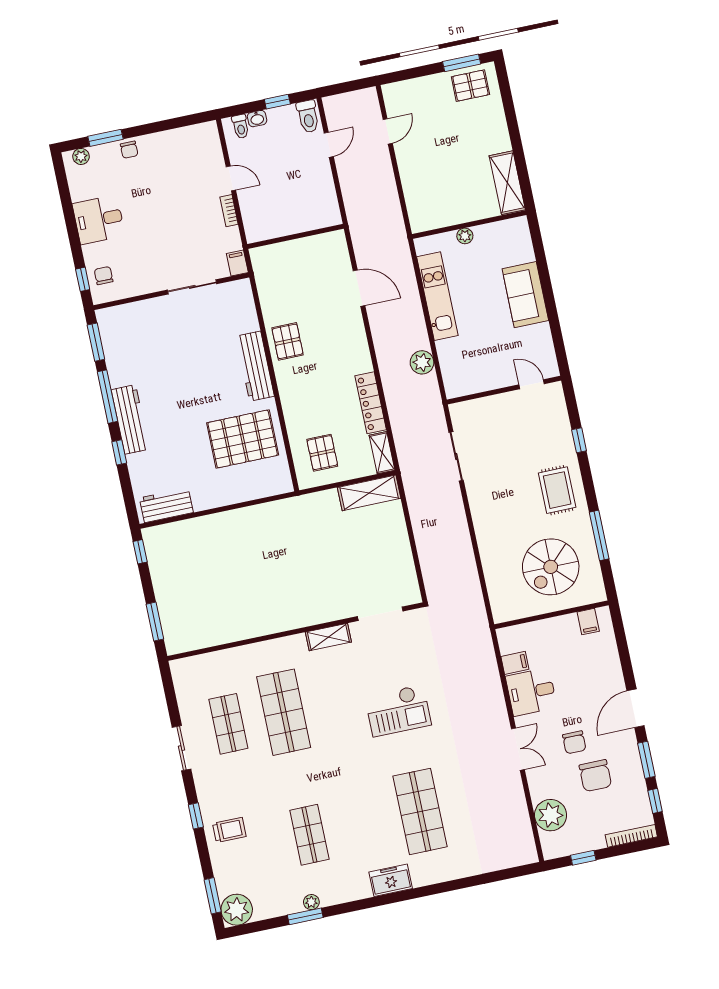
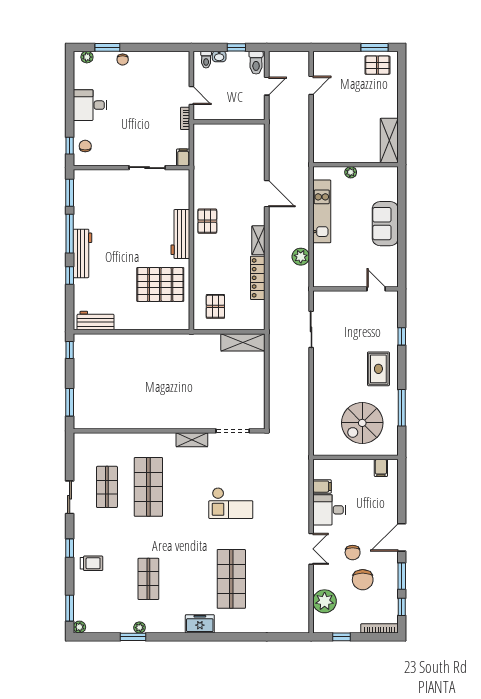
wall: (296, 236) -> (229, 122), moved
shelving: (382, 453) -> (258, 240), moved
plant: (237, 910) -> (79, 627), width x0.53, depth x0.53

